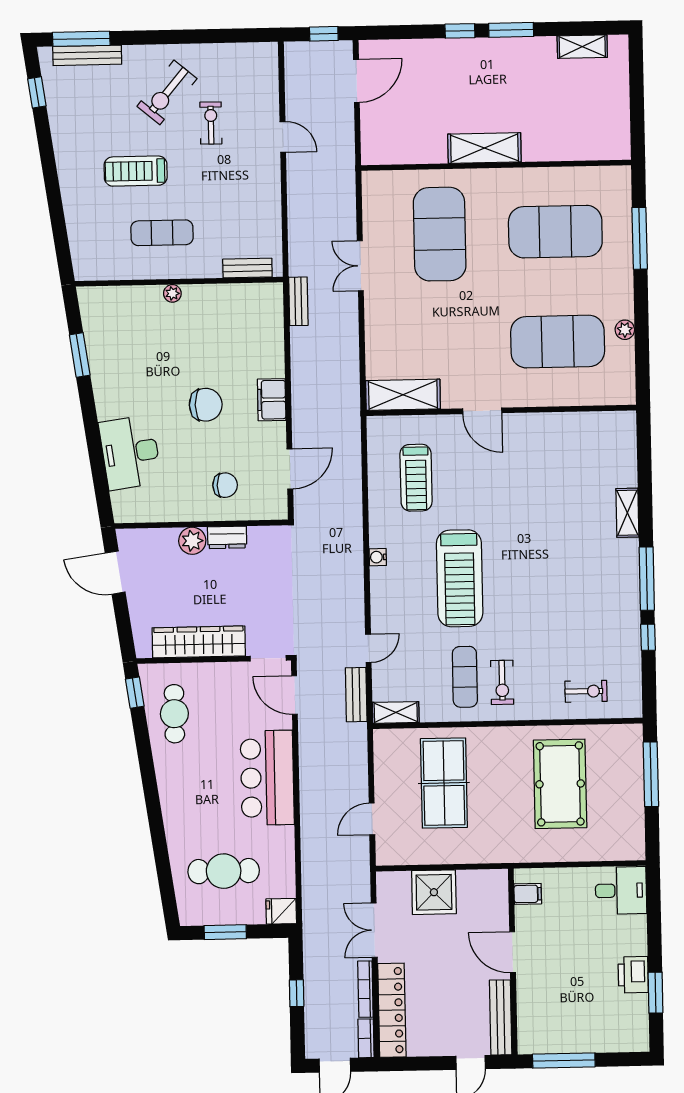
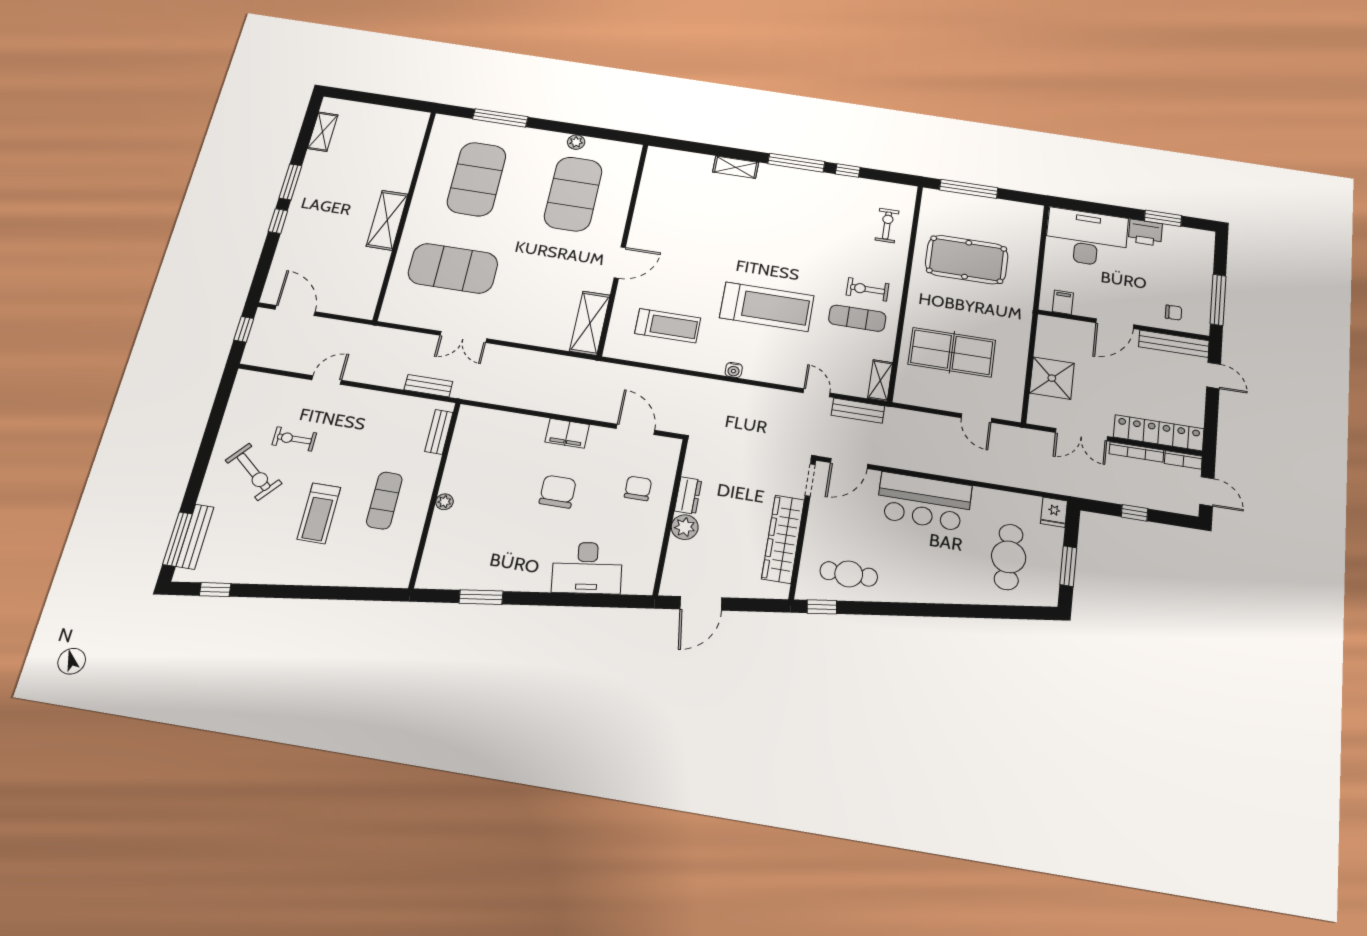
bench: (298, 301) -> (428, 386), moved
exercise bike: (502, 682) -> (868, 289), turned 180
desk: (621, 891) -> (1087, 238), width x1.87, depth x1.30
chair: (539, 1014) -> (1174, 313), added

